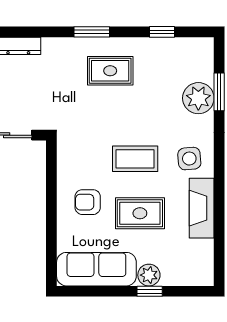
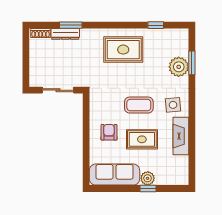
window: (92, 32) -> (71, 25), moved
rug: (110, 71) -> (123, 50), width x1.36, depth x1.43
armchair: (88, 202) -> (109, 132), turned 90

